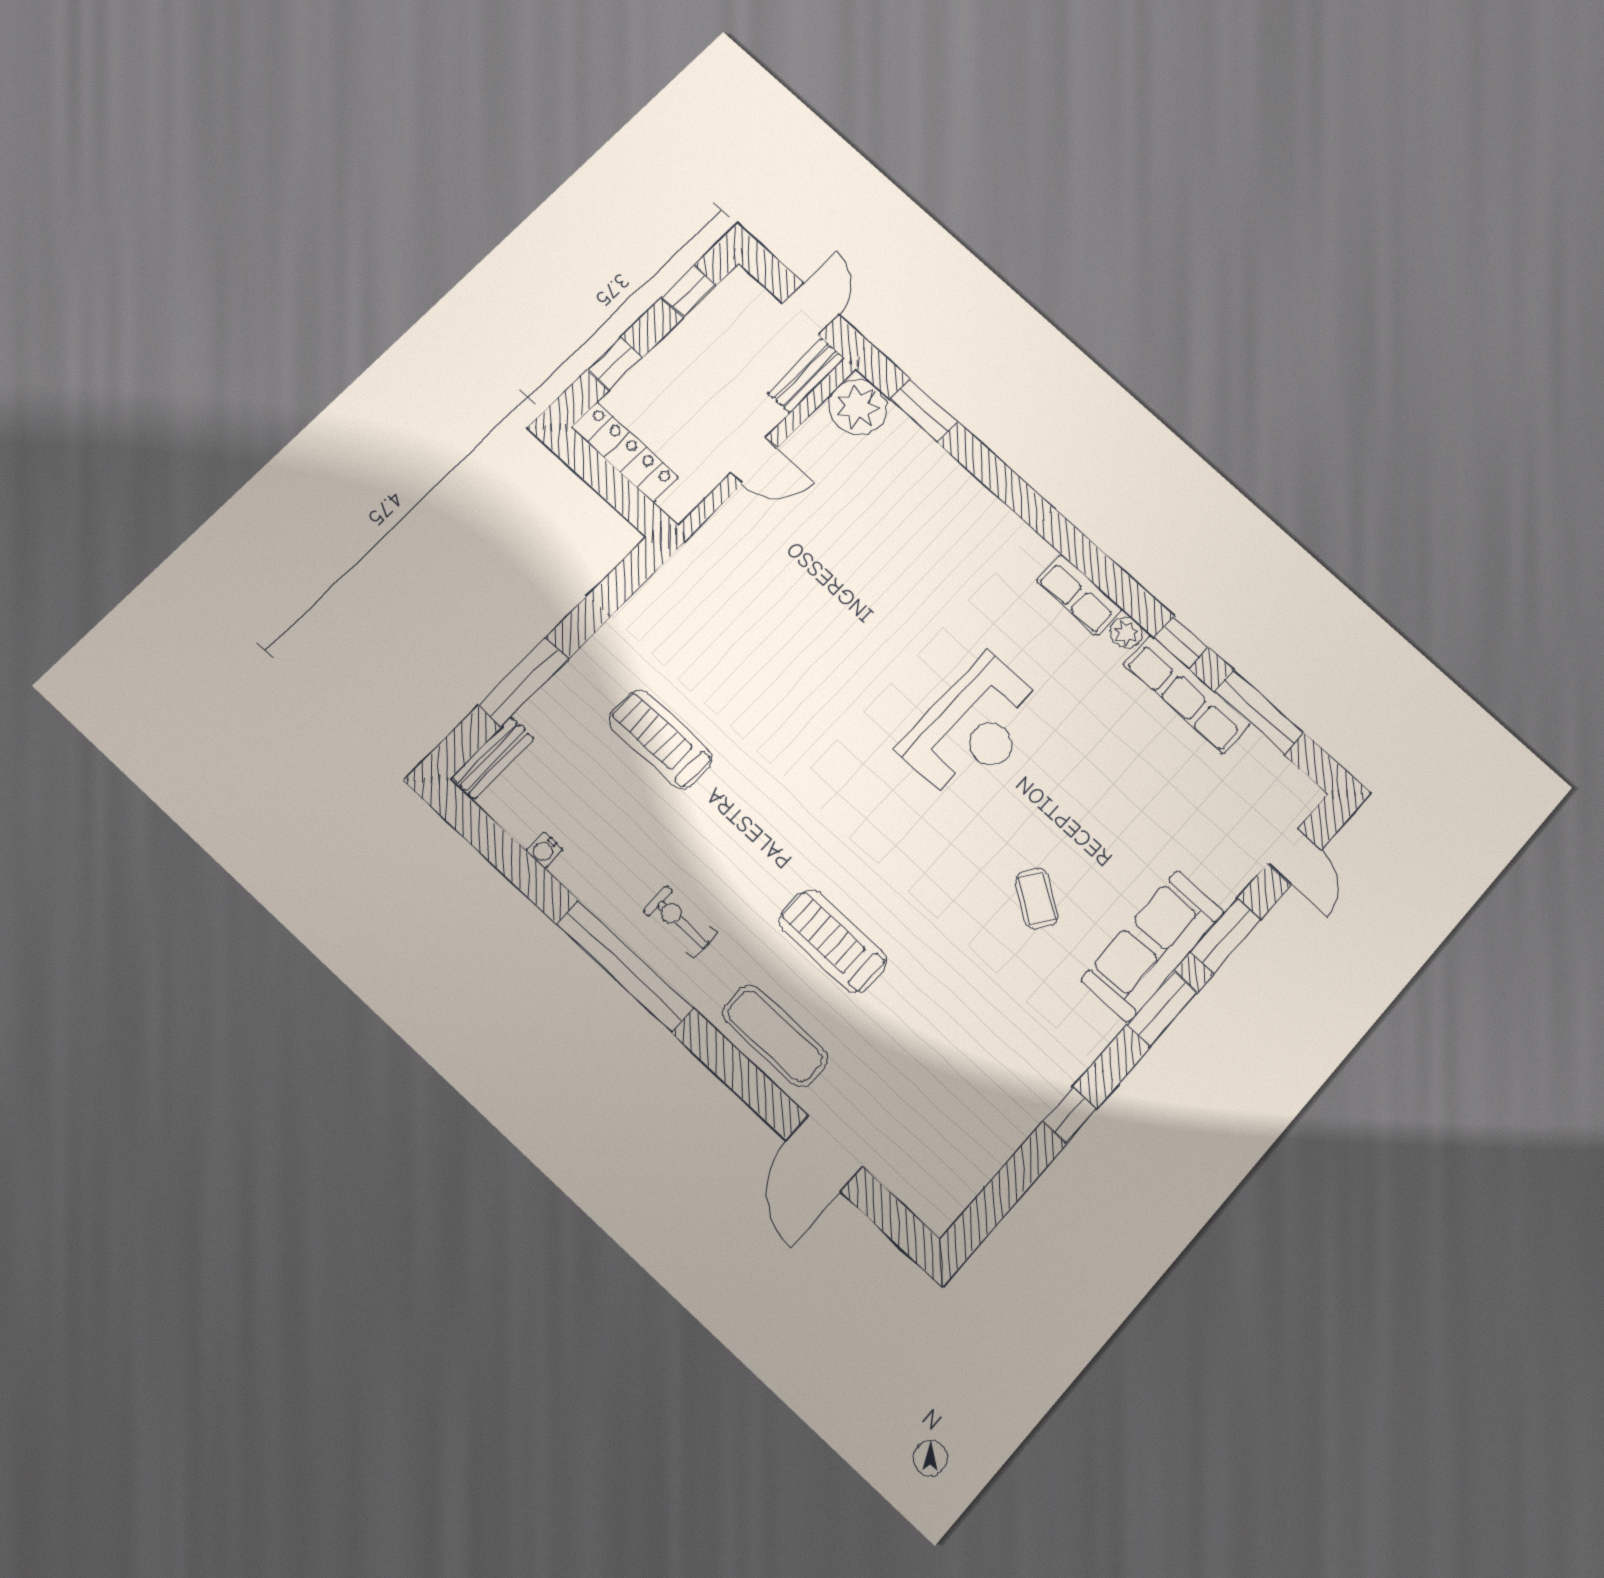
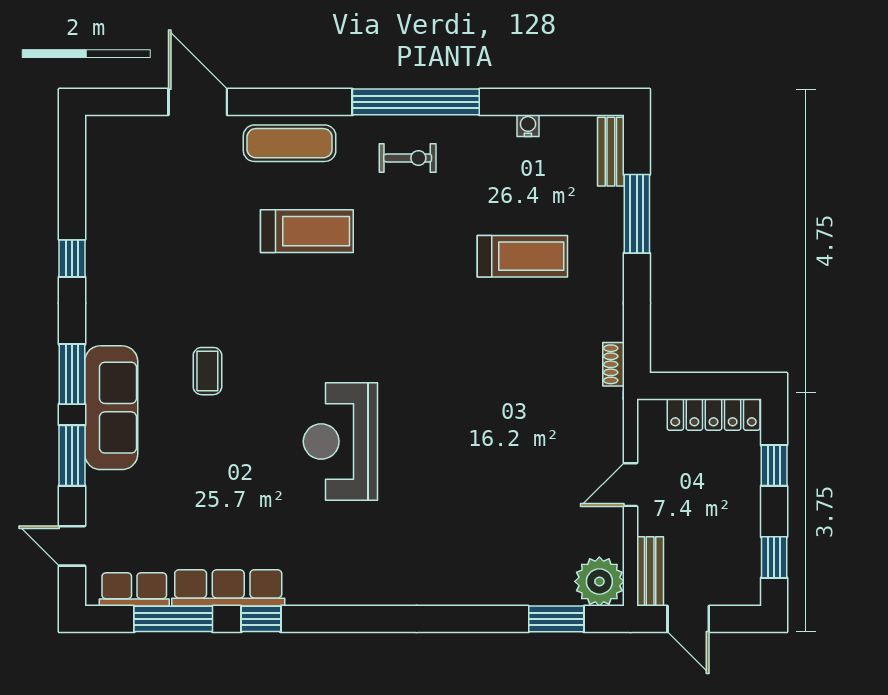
shoe rack: (671, 573) -> (613, 364), added
row of seats: (1079, 595) -> (134, 589), moved
plant: (1126, 633) -> (301, 593), removed
coffee table: (1037, 899) -> (207, 371), turned 55

